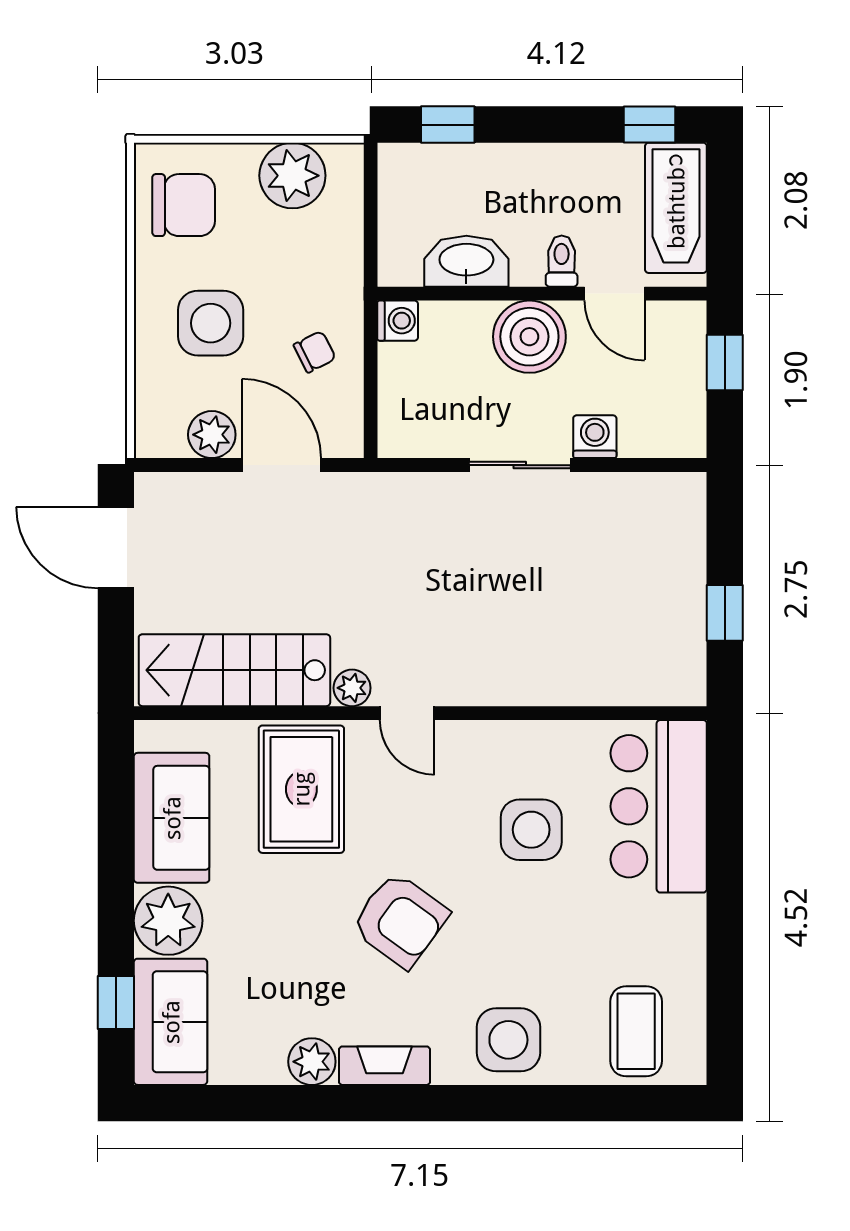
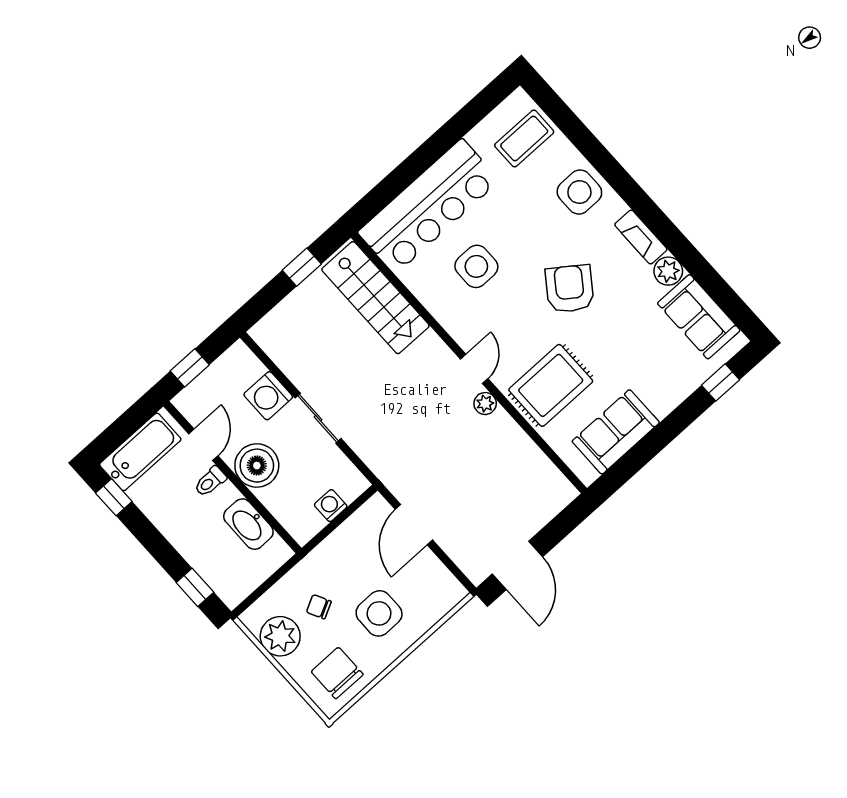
washing machine: (398, 321) -> (331, 506), moved
chair: (315, 352) -> (319, 607), moved
plant: (212, 435) -> (428, 568), removed
washing machine: (595, 437) -> (268, 396), width x1.38, depth x1.38
stairs: (234, 670) -> (375, 298), moved
bar counter: (659, 806) -> (429, 206), width x1.36
plant: (168, 921) -> (663, 392), removed
sofa: (171, 1022) -> (699, 317), moved, turned -90

